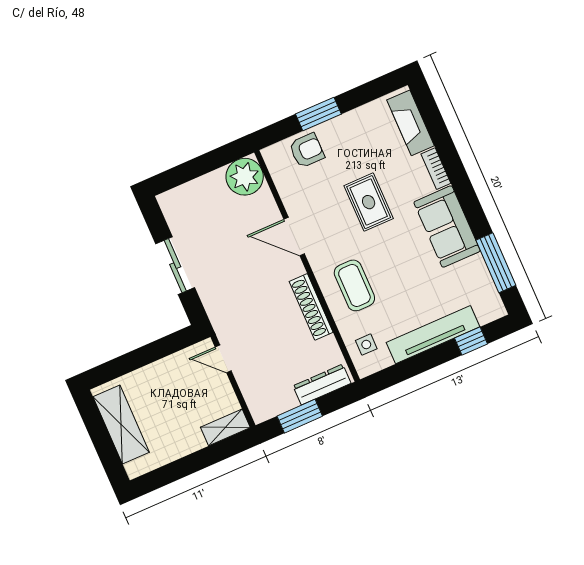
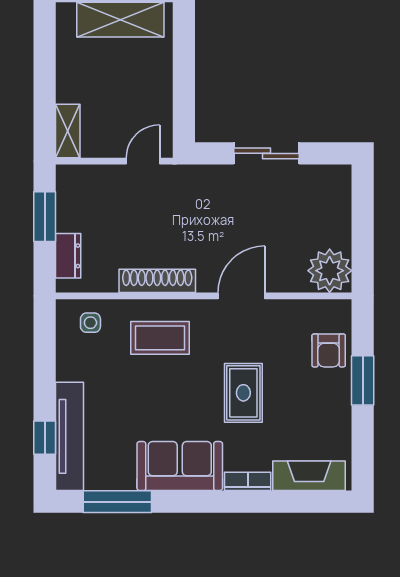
rug: (369, 202) -> (243, 393), turned 90
tv unit: (433, 335) -> (69, 436), moved
dresser: (322, 385) -> (68, 256), width x0.70

